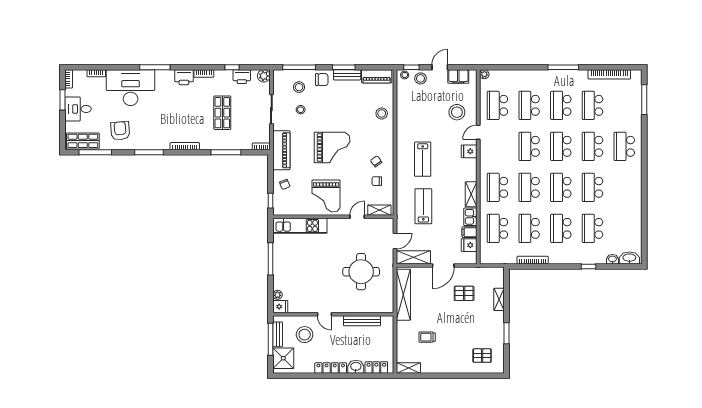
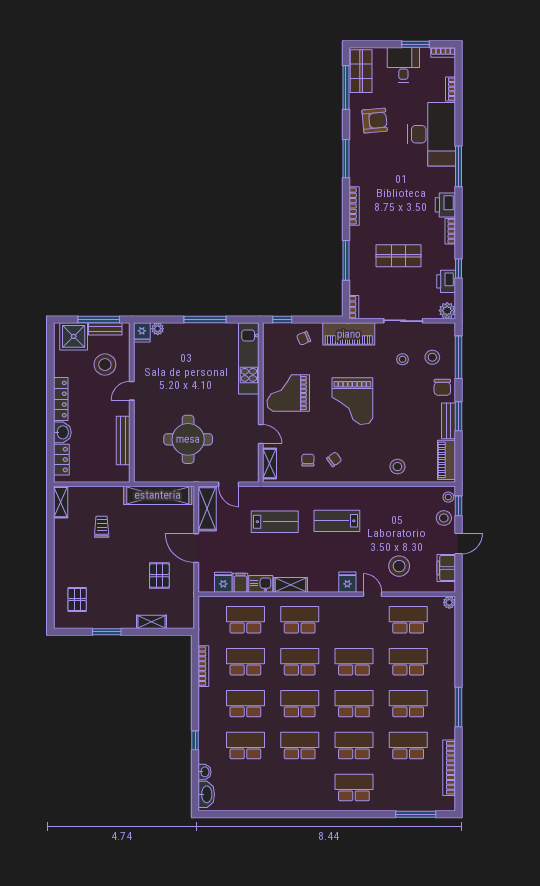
door: (440, 67) -> (459, 543), hinge flipped

